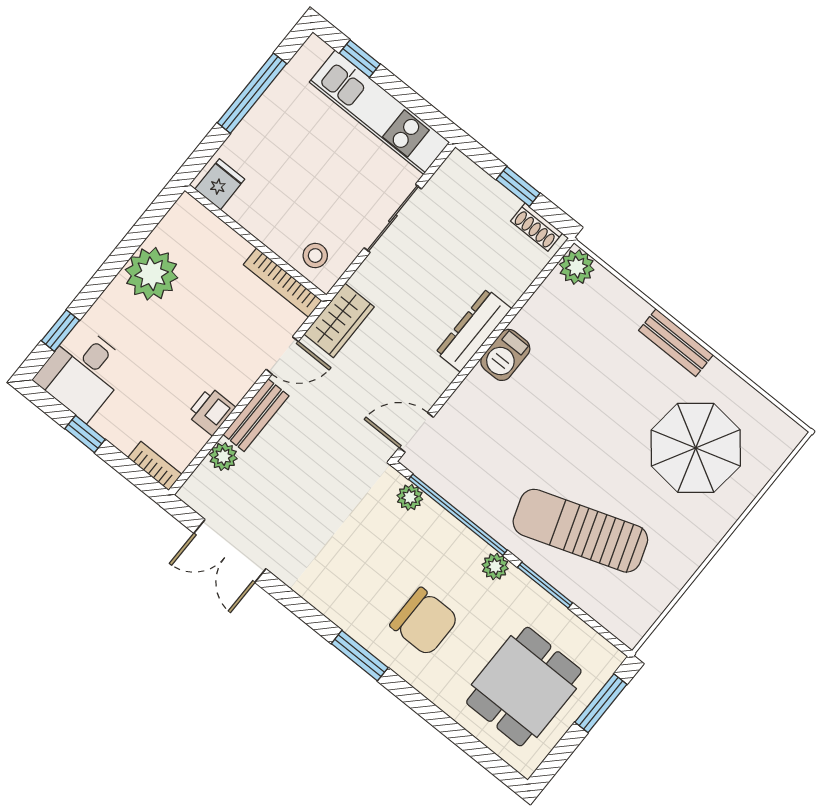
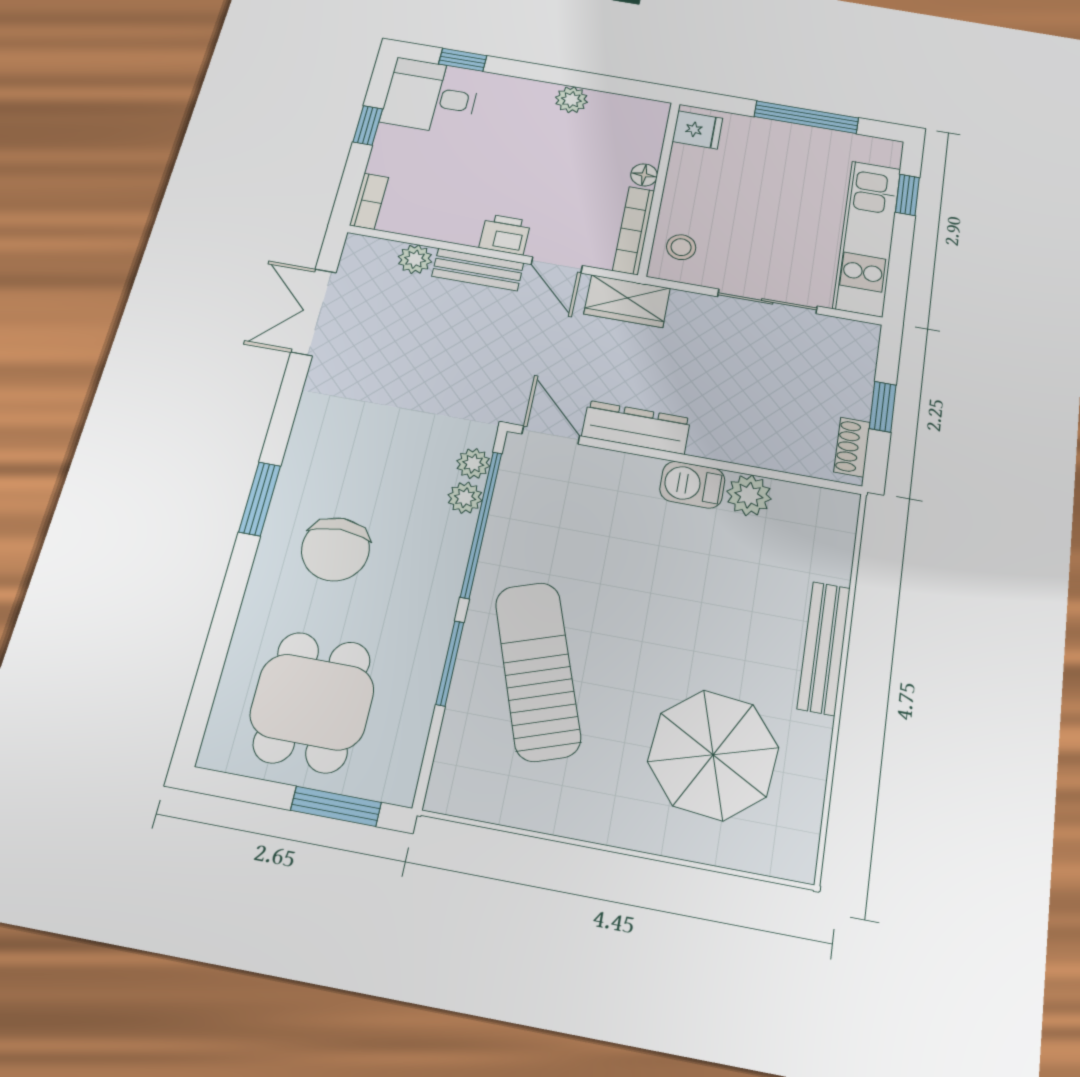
floor lamp: (239, 248) -> (644, 175), added
plant: (577, 267) -> (749, 495), moved
plant: (152, 274) -> (571, 100), width x0.53, depth x0.53
dresser: (474, 330) -> (636, 427), moved
bench: (676, 343) -> (824, 648), width x1.36
printer: (211, 411) -> (505, 234), moved
plant: (495, 567) -> (465, 498), moved
dining table: (524, 687) -> (312, 702), turned 90

